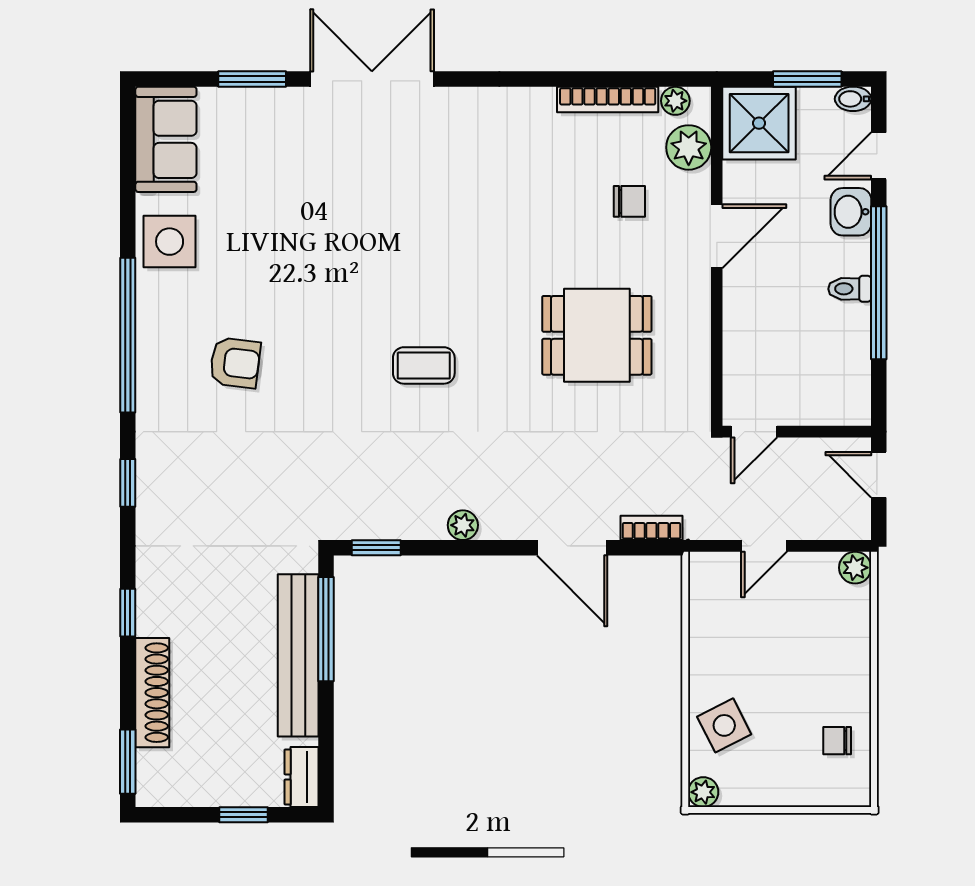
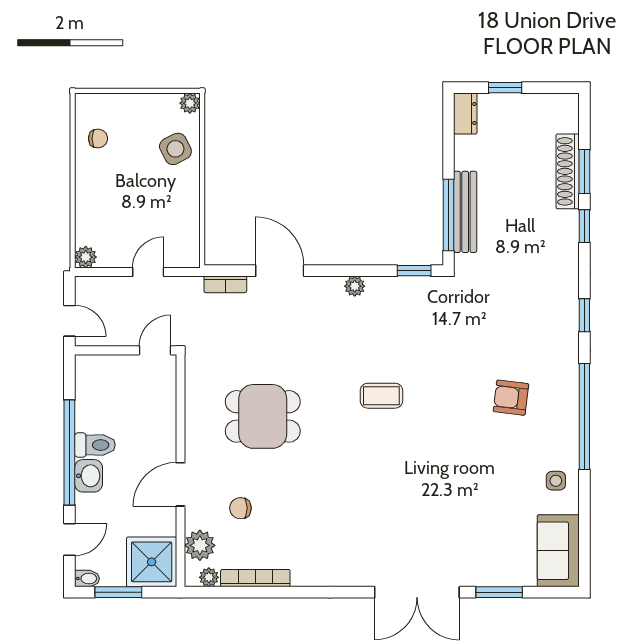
washbasin: (851, 212) -> (89, 476), moved
side table: (170, 242) -> (556, 481), width x0.54, depth x0.54
toilet: (850, 289) -> (95, 445), width x1.37, depth x1.39
bench: (298, 655) -> (465, 212), width x0.73, depth x0.82
window: (128, 762) -> (584, 172), moved

